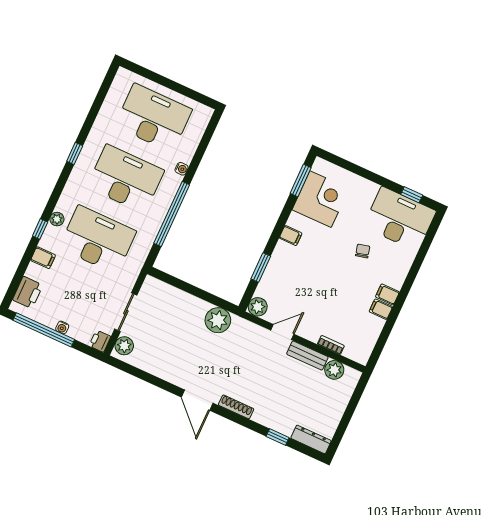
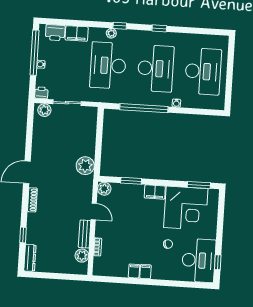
corner desk: (320, 199) -> (186, 208), width x1.36, depth x1.36
window: (40, 229) -> (120, 26), moved
filing cabinet: (291, 236) -> (155, 192), width x2.00
desk: (98, 240) -> (108, 65), turned 180
filing cabinet: (43, 258) -> (77, 33), width x2.00

